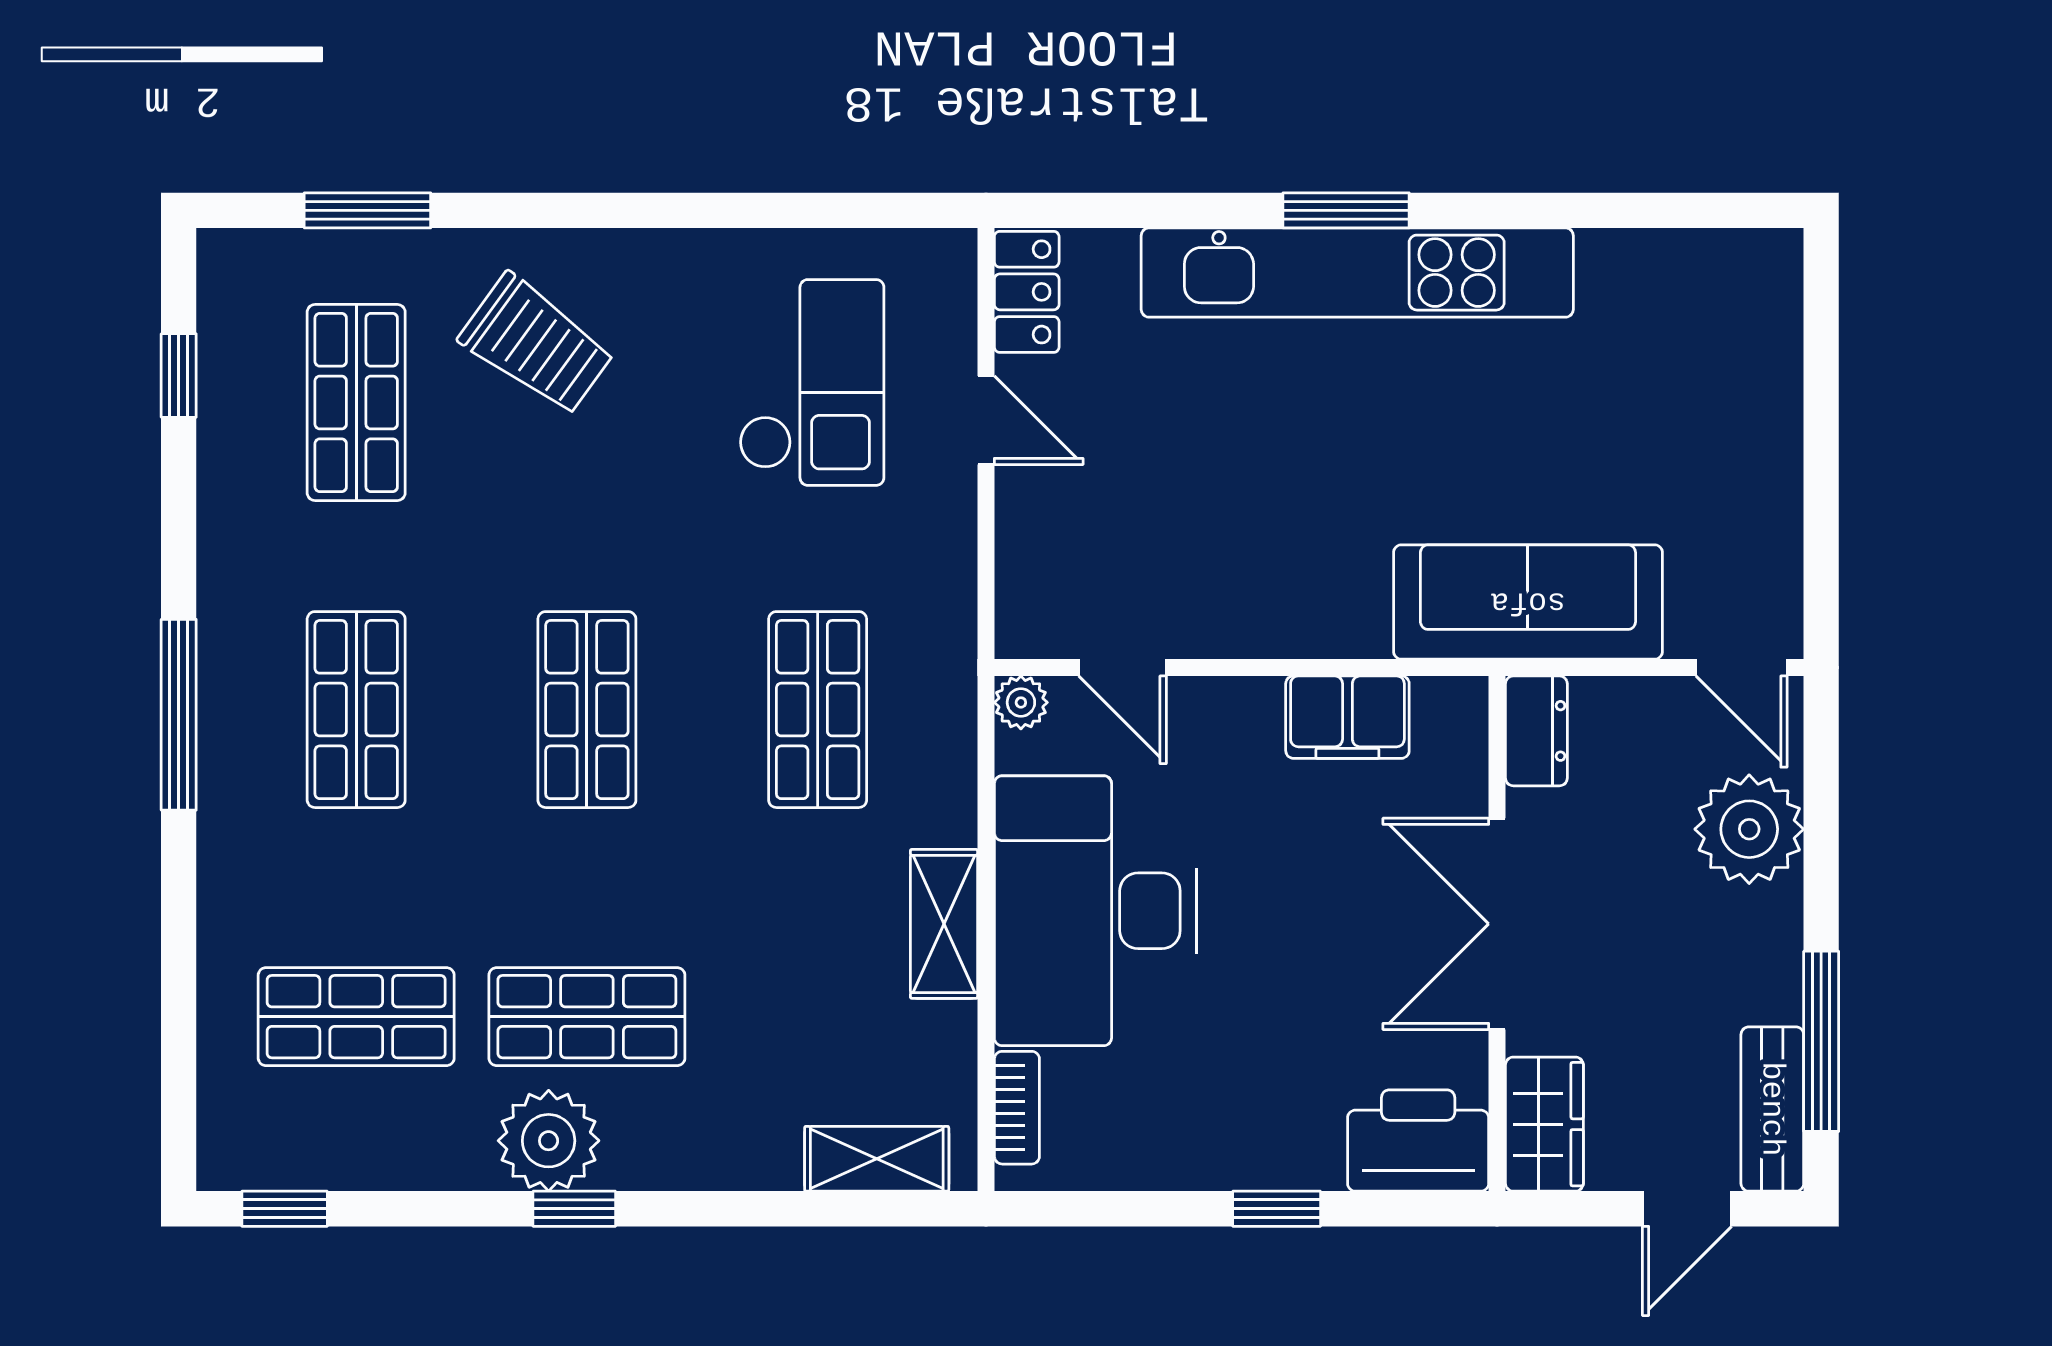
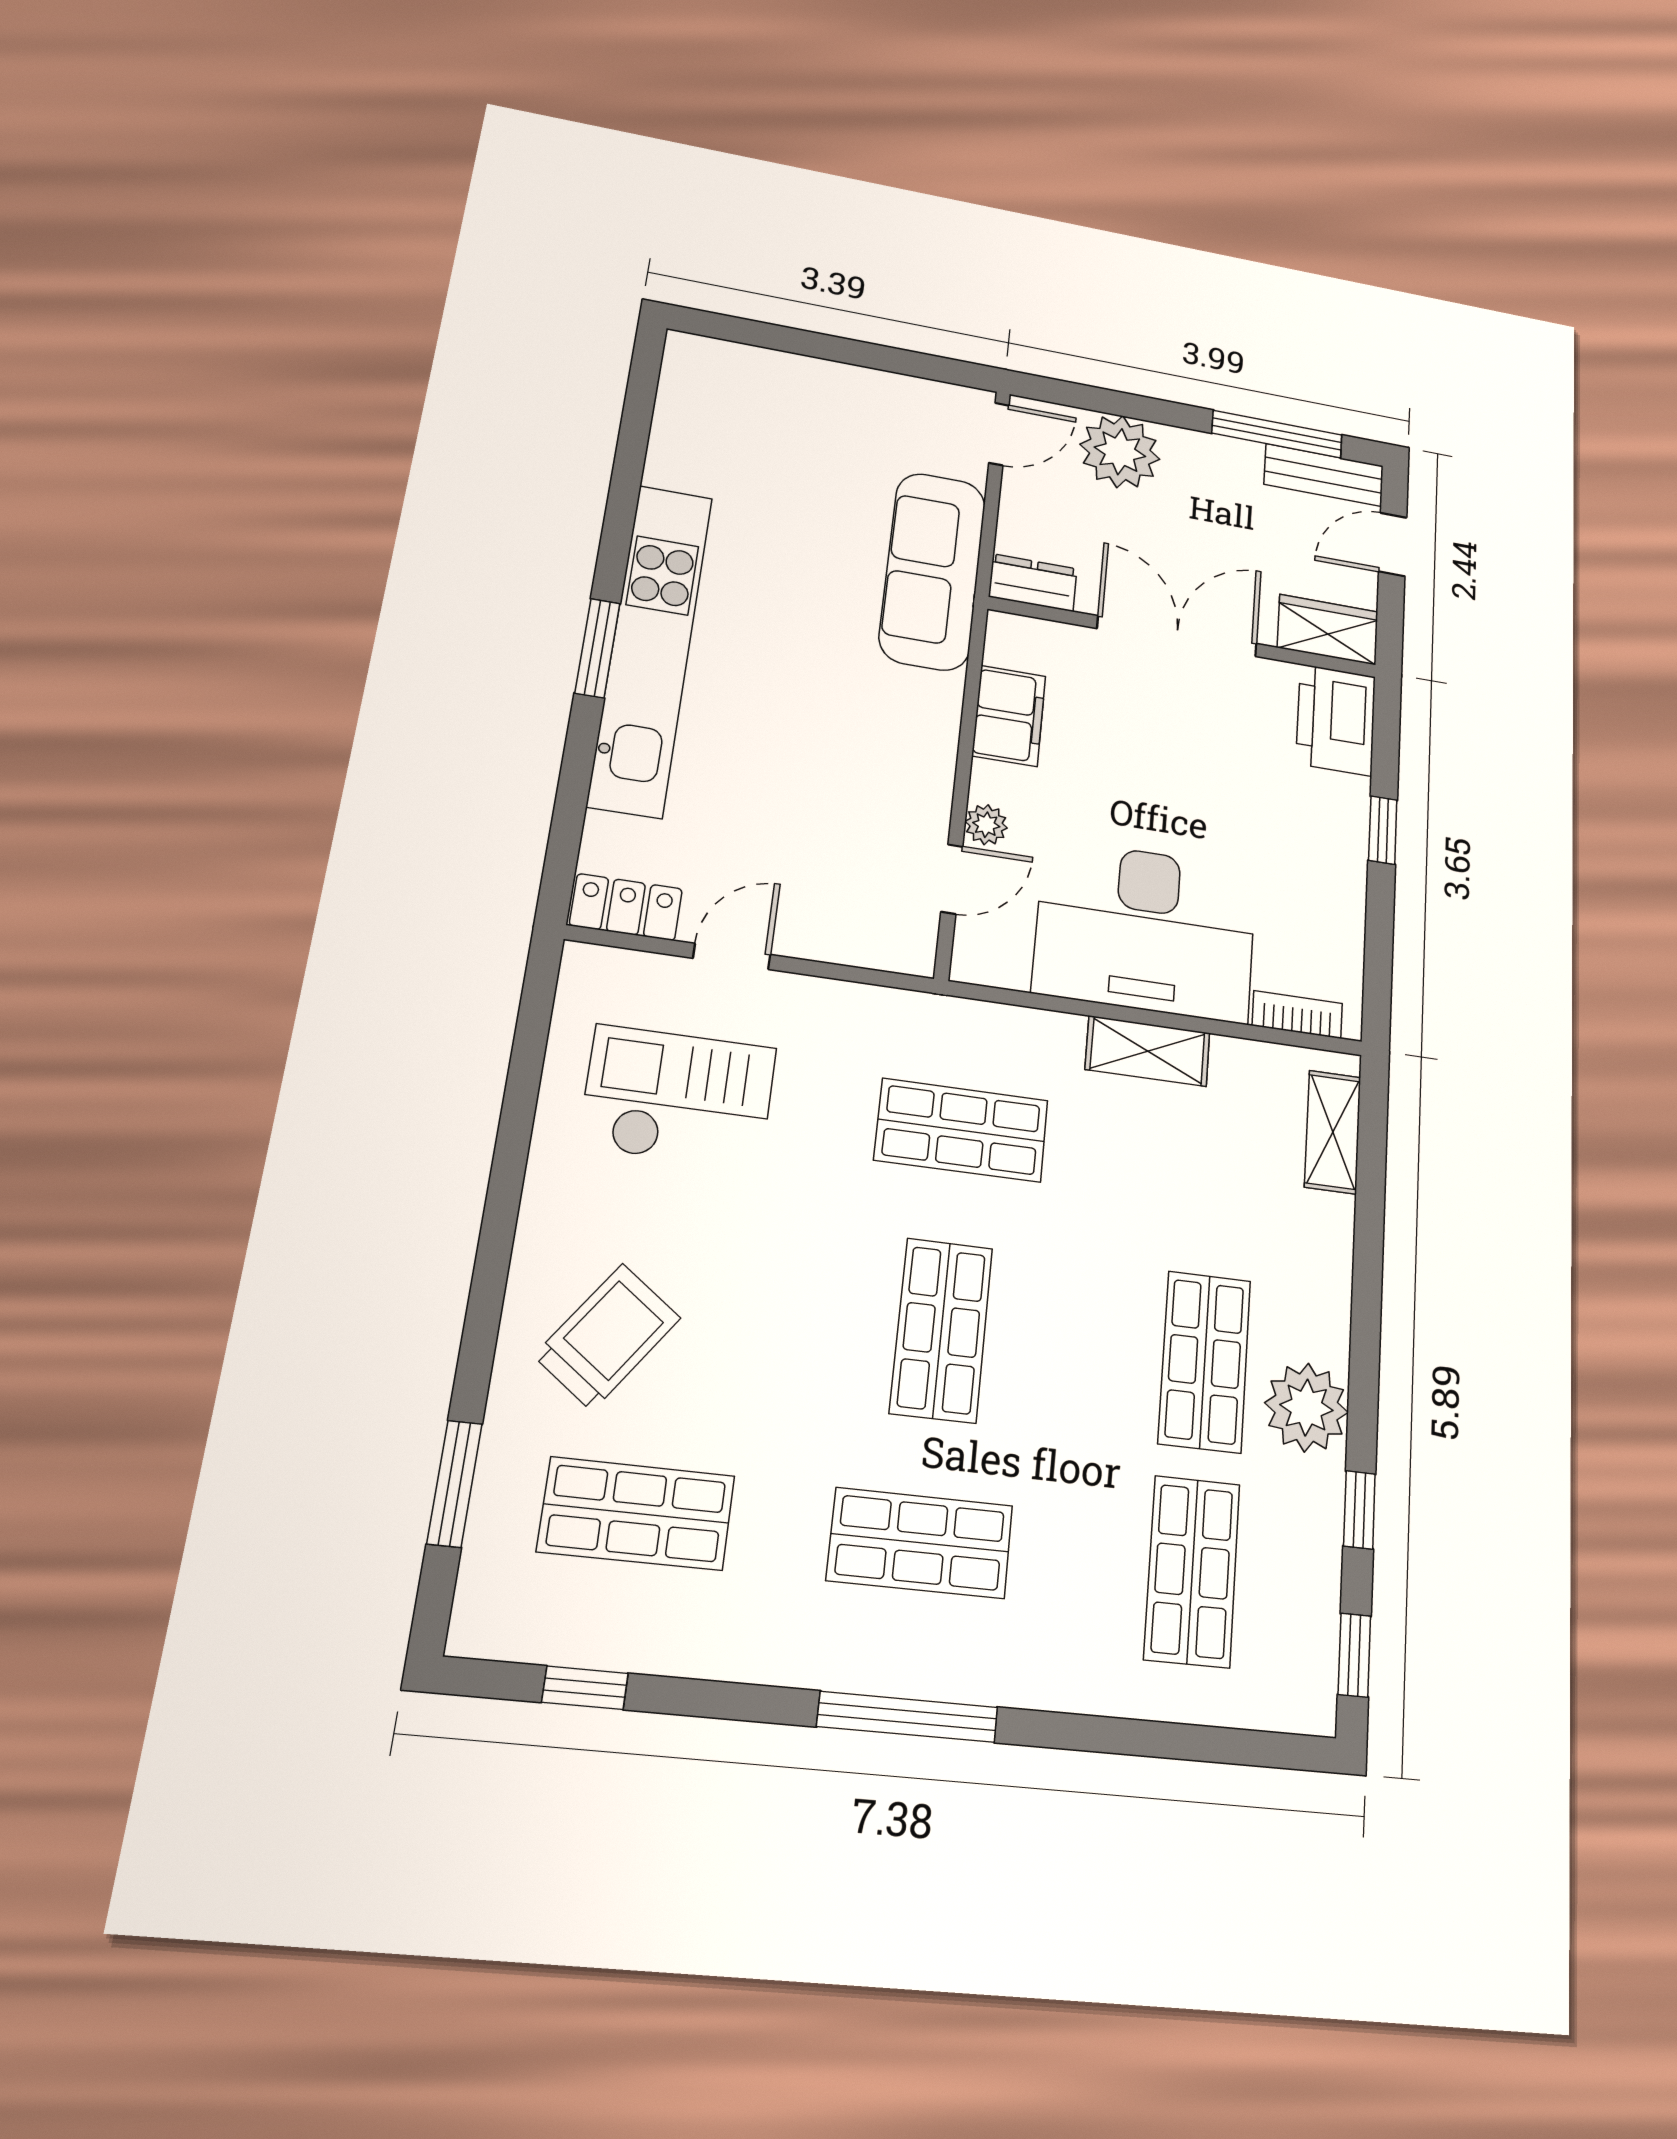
plant: (1021, 702) -> (986, 825), moved
shop shelf: (587, 710) -> (941, 1330), turned 90
double door: (1497, 924) -> (1177, 636), swing flipped
window: (574, 1209) -> (1359, 1510), moved
door: (1687, 1209) -> (1393, 544), swing flipped

